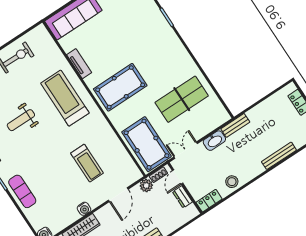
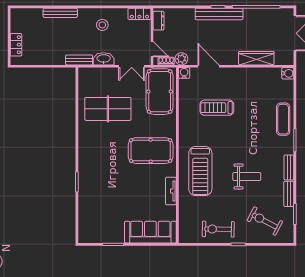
treadmill: (87, 163) -> (217, 108), turned -90
door: (178, 177) -> (152, 49), hinge flipped
stool: (232, 182) -> (102, 25), moved
door: (118, 195) -> (209, 66), hinge flipped
dresser: (183, 197) -> (159, 21), moved
water cooler: (84, 209) -> (184, 73), moved

